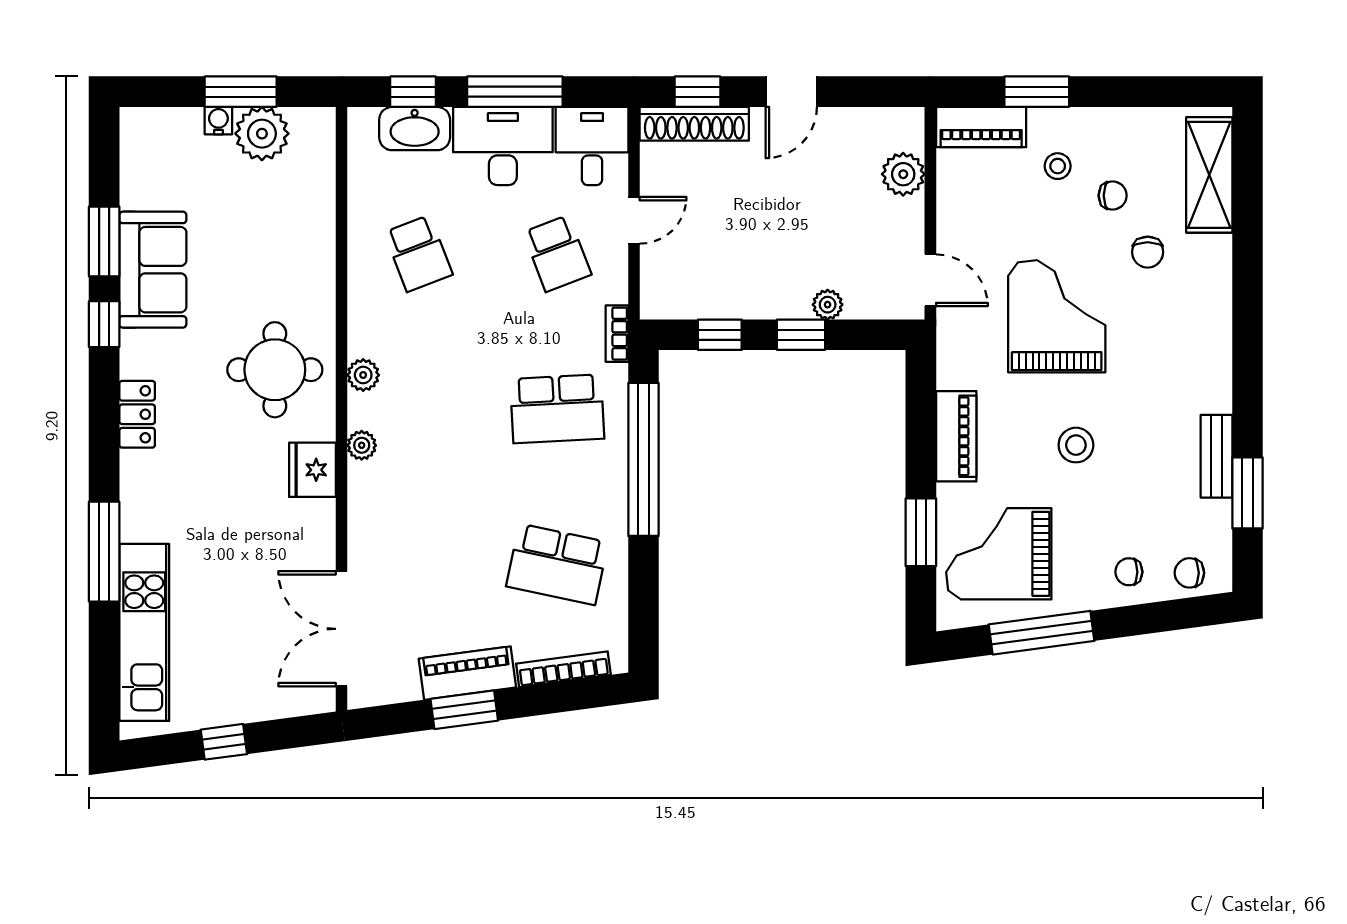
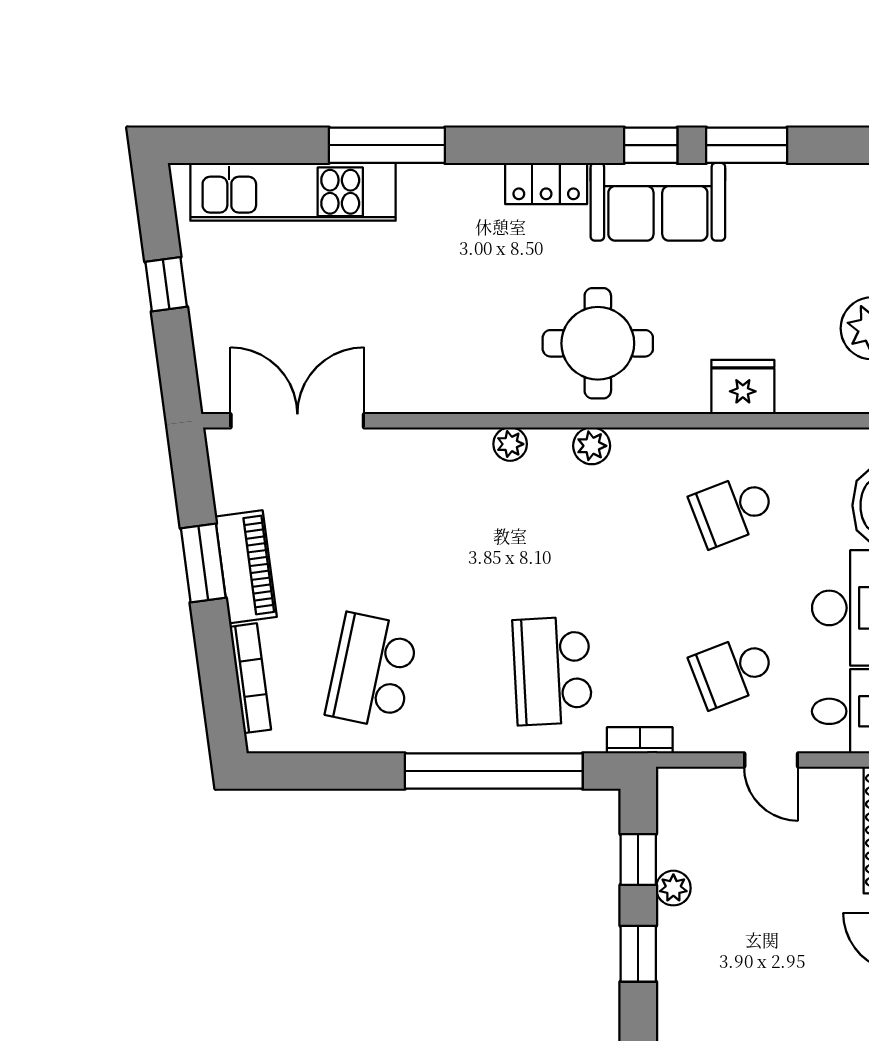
sofa: (153, 270) -> (658, 202), moved
plant: (828, 305) -> (673, 888), moved
fridge: (312, 470) -> (743, 387), moved

